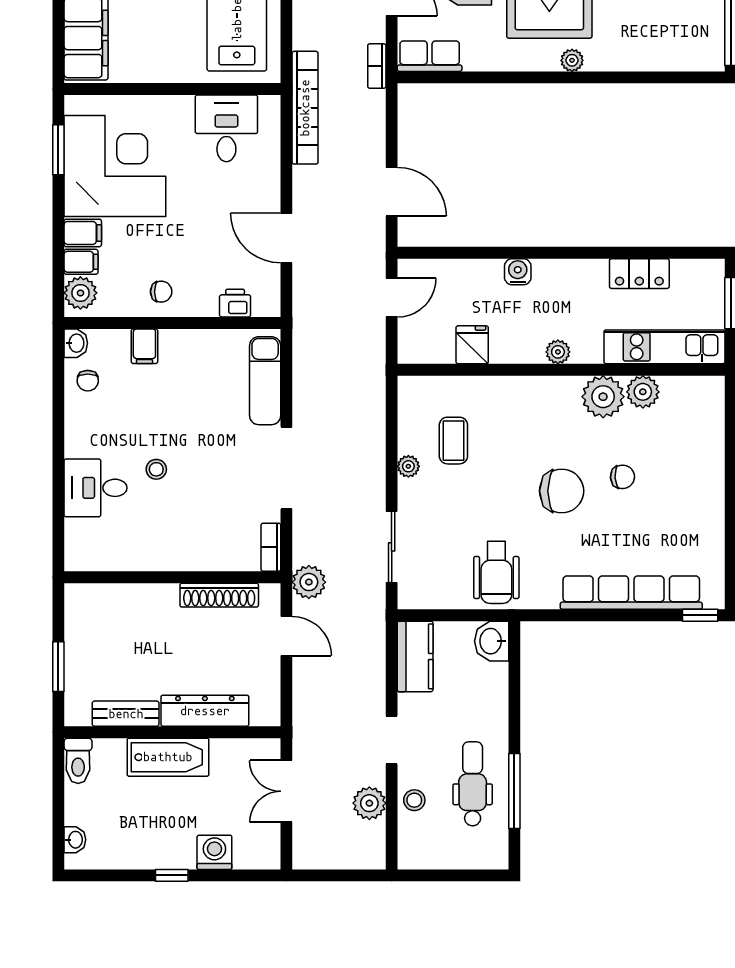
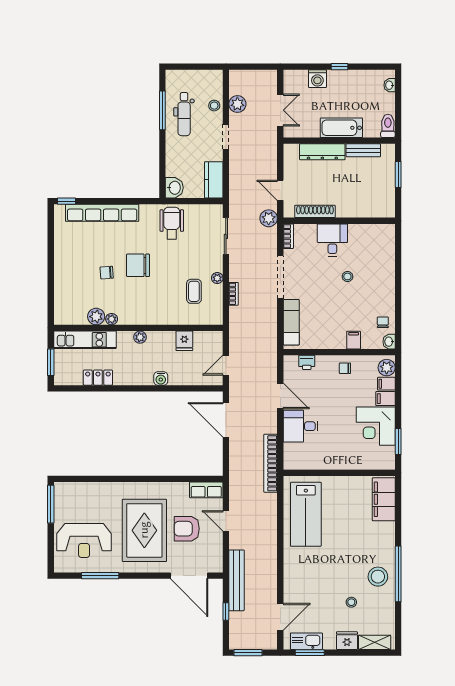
plant: (572, 60) -> (133, 488), removed
bookcase: (377, 66) -> (234, 294), moved
desk: (226, 128) -> (301, 426), moved, turned 90
corner desk: (115, 166) -> (376, 426), width x0.74, depth x0.74
door: (392, 192) -> (226, 420), width x1.36
plant: (603, 397) -> (112, 319), width x0.53, depth x0.53
desk: (96, 488) -> (332, 240), moved, turned -90

